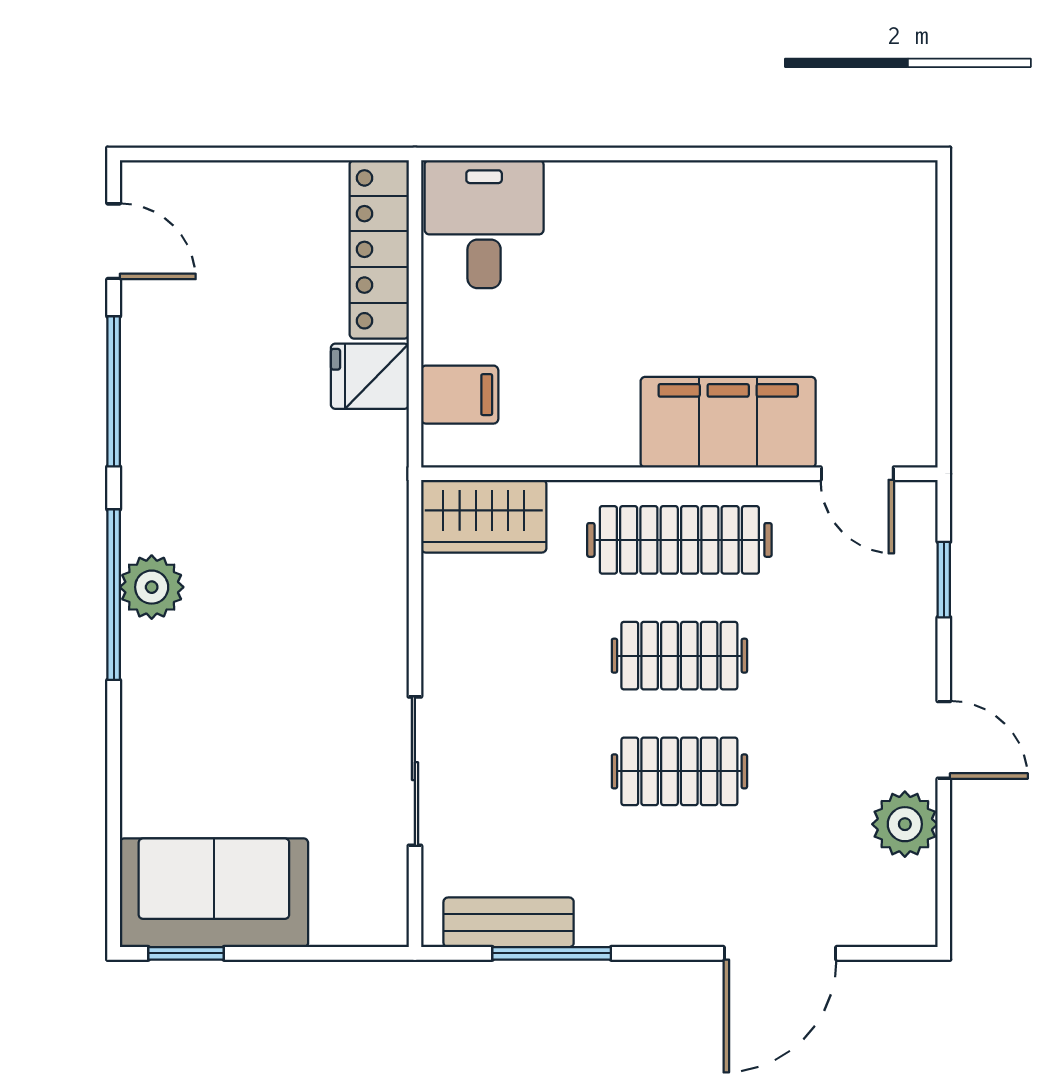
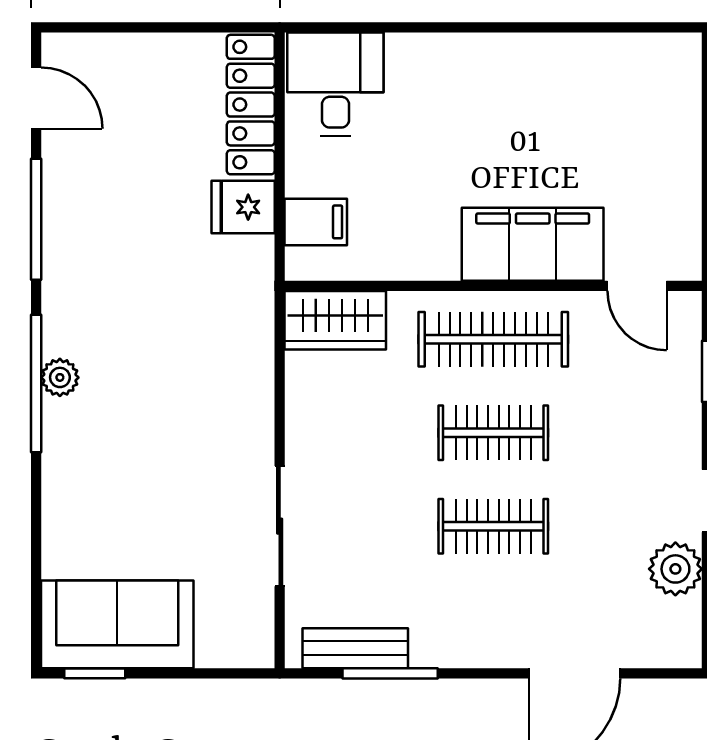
plant: (152, 587) -> (60, 377), width x0.73, depth x0.73

